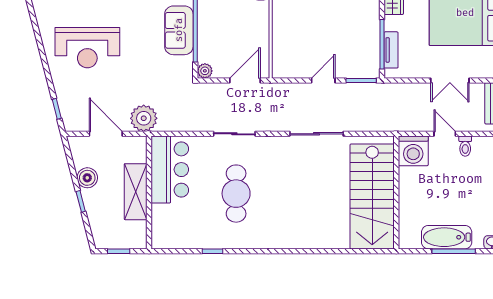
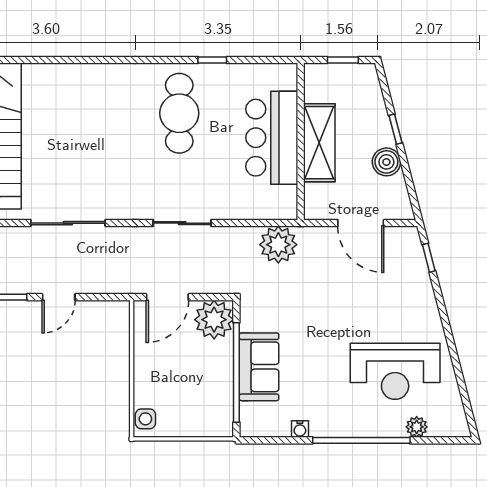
reception desk: (87, 48) -> (395, 371), moved, turned 180
plant: (205, 71) -> (214, 320), width x1.88, depth x1.88
plant: (144, 118) -> (278, 245), moved
bar counter: (170, 170) -> (272, 138), moved
cafe table: (236, 194) -> (179, 113), moved

